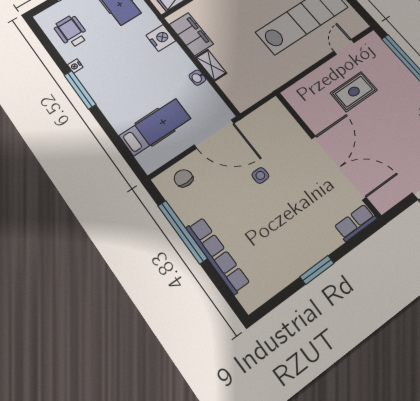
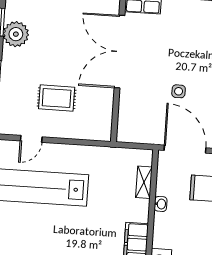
shelving: (211, 65) -> (144, 182), moved

